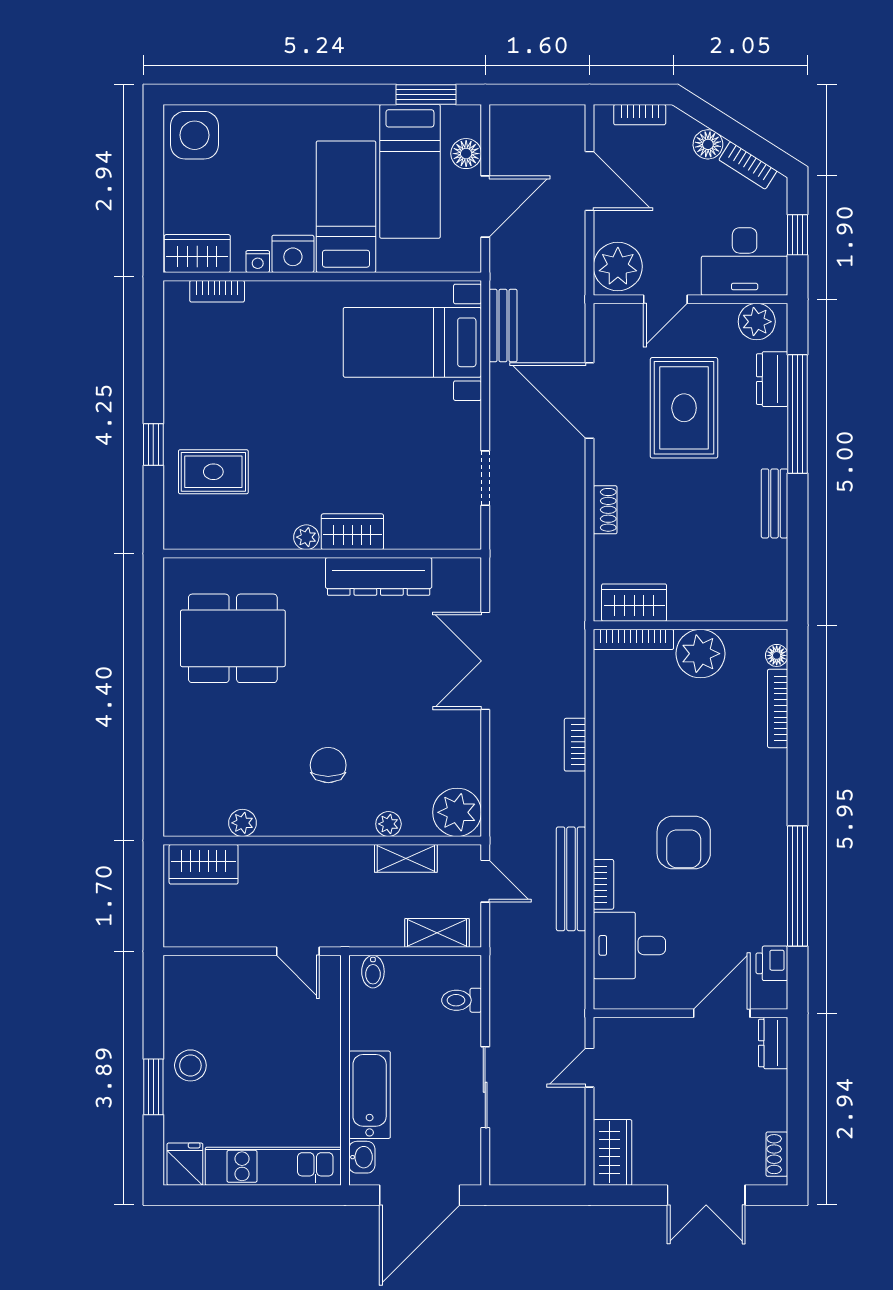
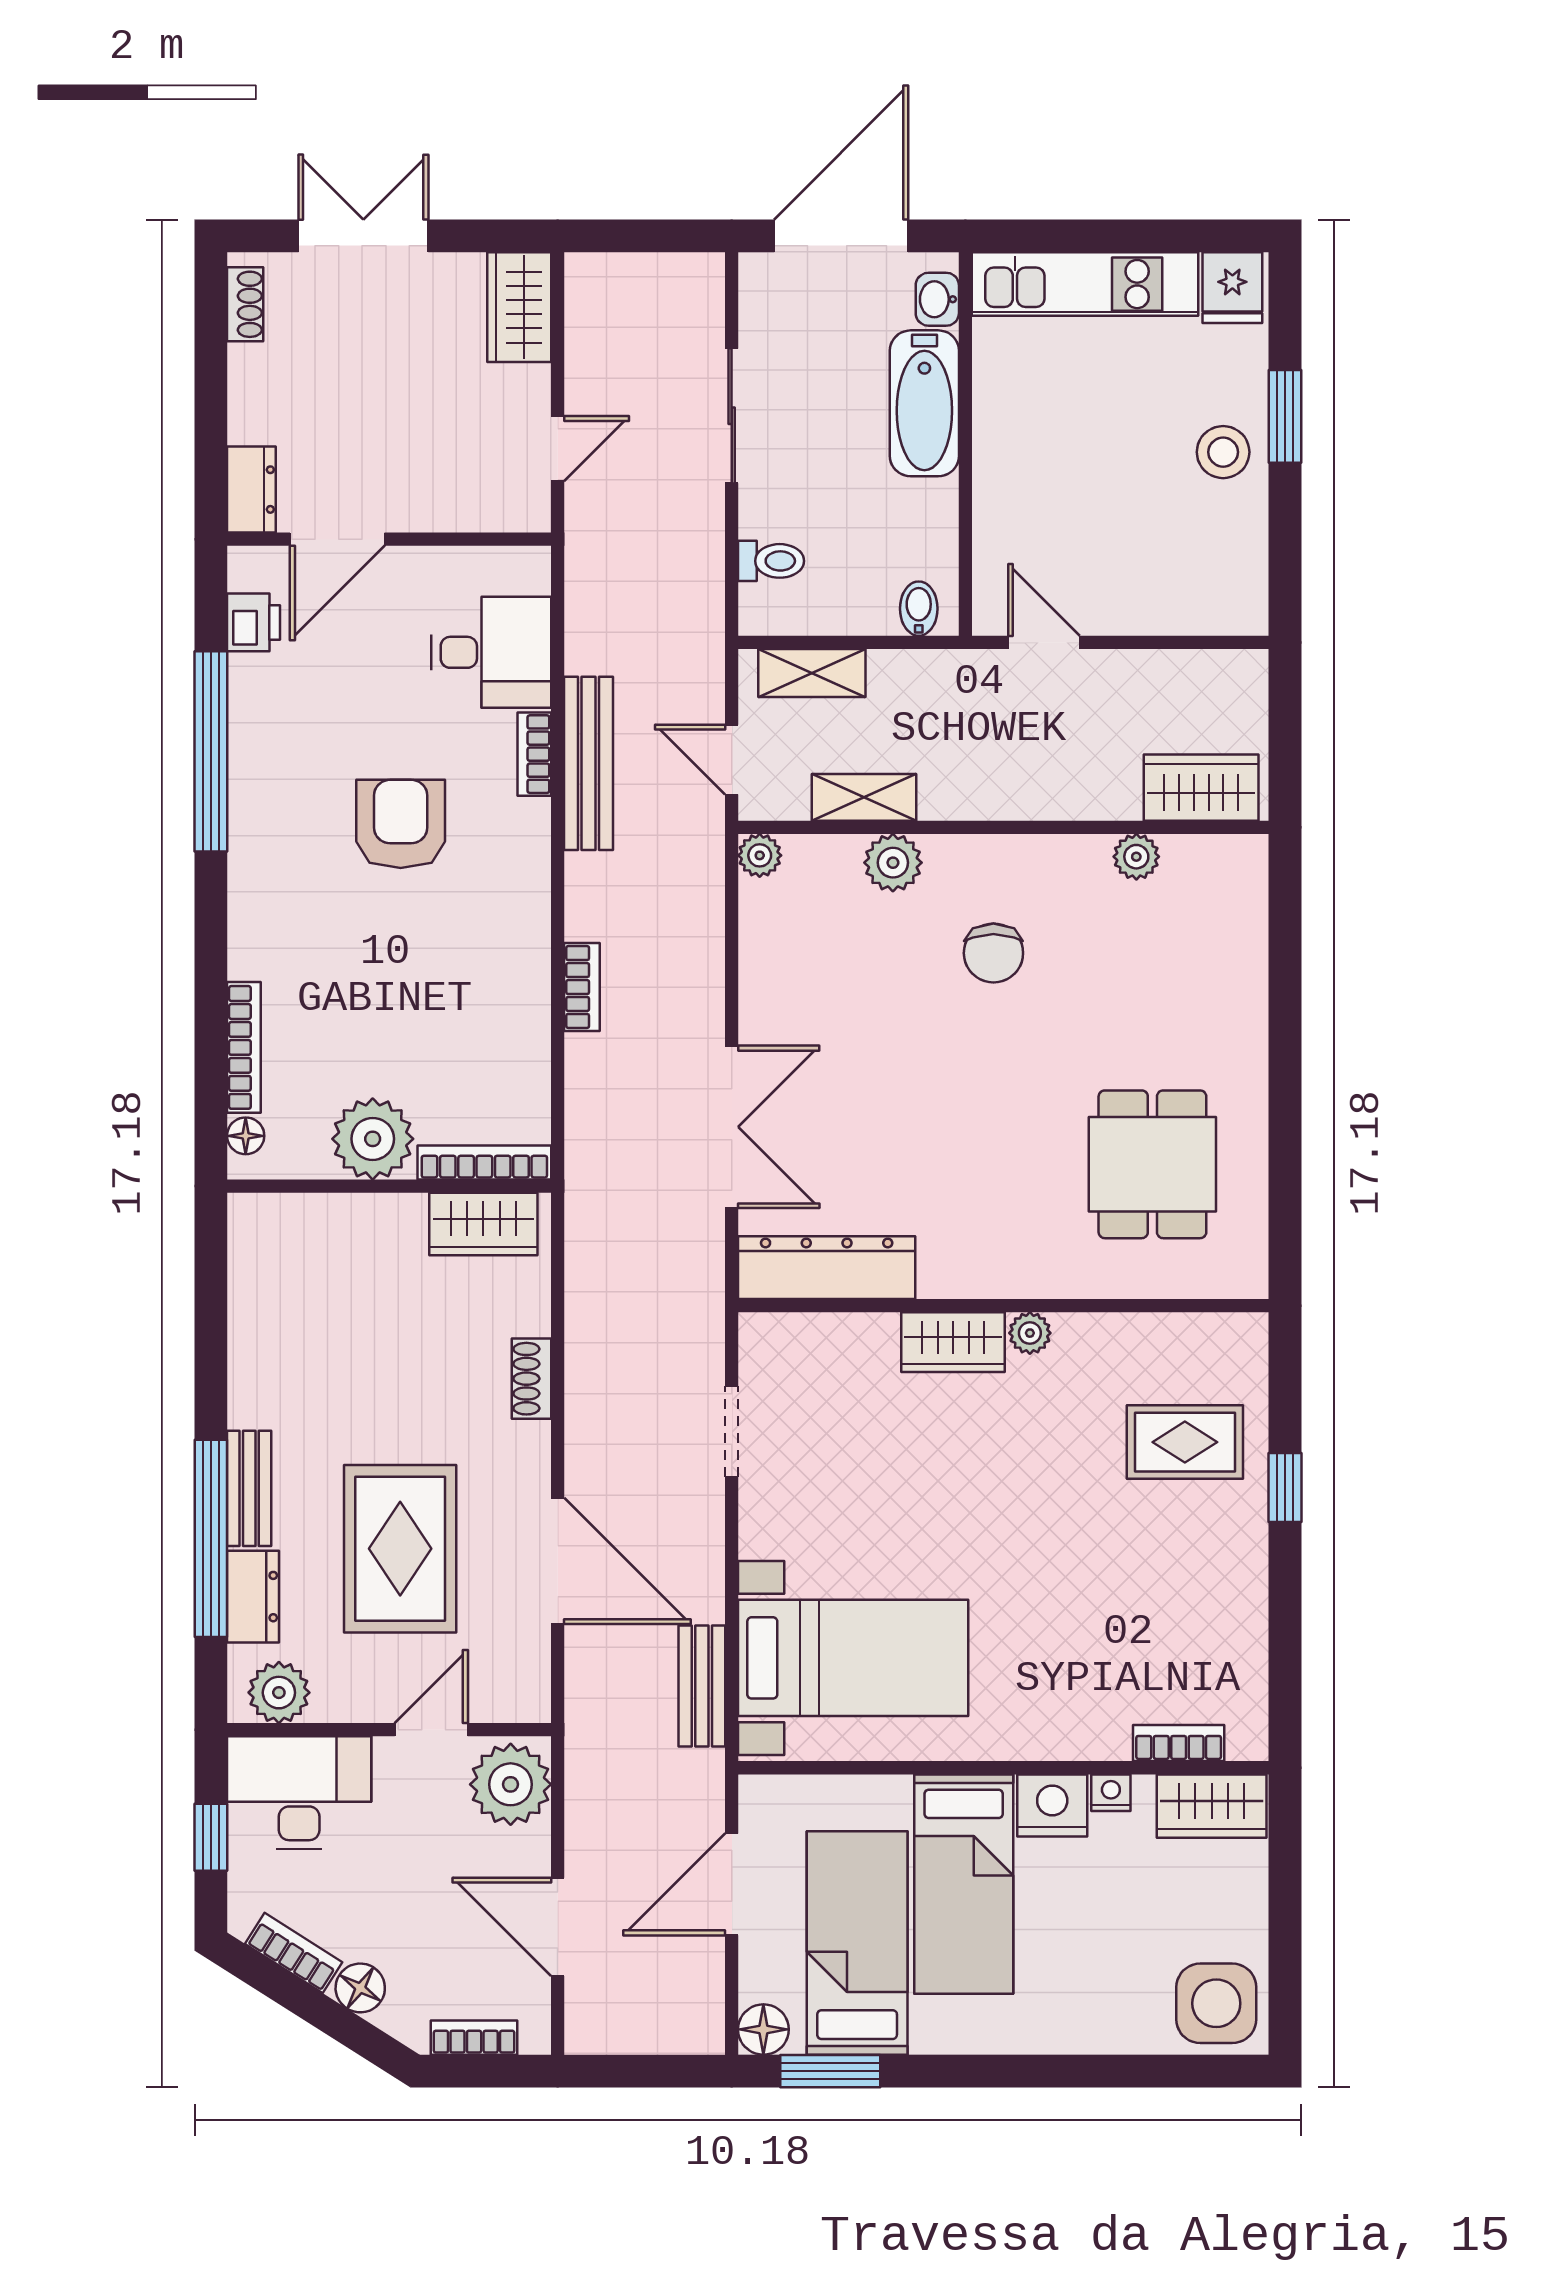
floor lamp: (466, 154) -> (763, 2029), moved
bench: (775, 503) -> (249, 1488), moved
dresser: (379, 576) -> (827, 1268), moved
dining table: (233, 638) -> (1152, 1164), width x0.73
plant: (457, 812) -> (760, 855), width x0.53, depth x0.53
plant: (388, 824) -> (893, 863), width x1.38, depth x1.38

